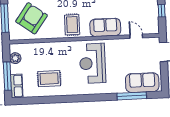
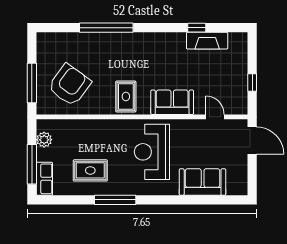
sofa: (142, 83) -> (203, 182), moved
window: (132, 96) -> (115, 200), moved

